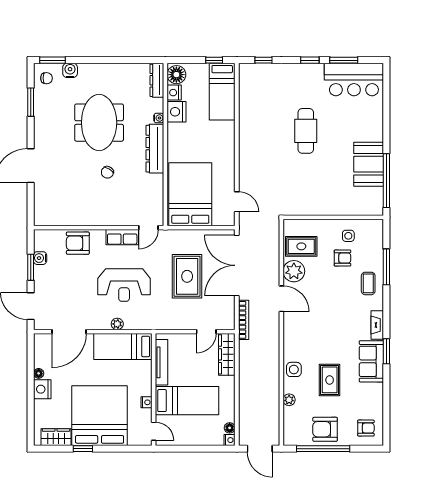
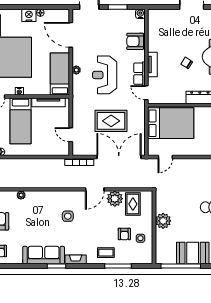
plant: (324, 205) -> (163, 221), added
tv unit: (110, 219) -> (152, 64), added
armchair: (78, 243) -> (135, 41), turned -90
water cooler: (40, 258) -> (140, 14), moved
wardrobe: (227, 354) -> (54, 150), removed
sofa: (371, 361) -> (44, 255), width x1.36
side table: (294, 369) -> (68, 216), moved
rug: (330, 380) -> (36, 225), removed

